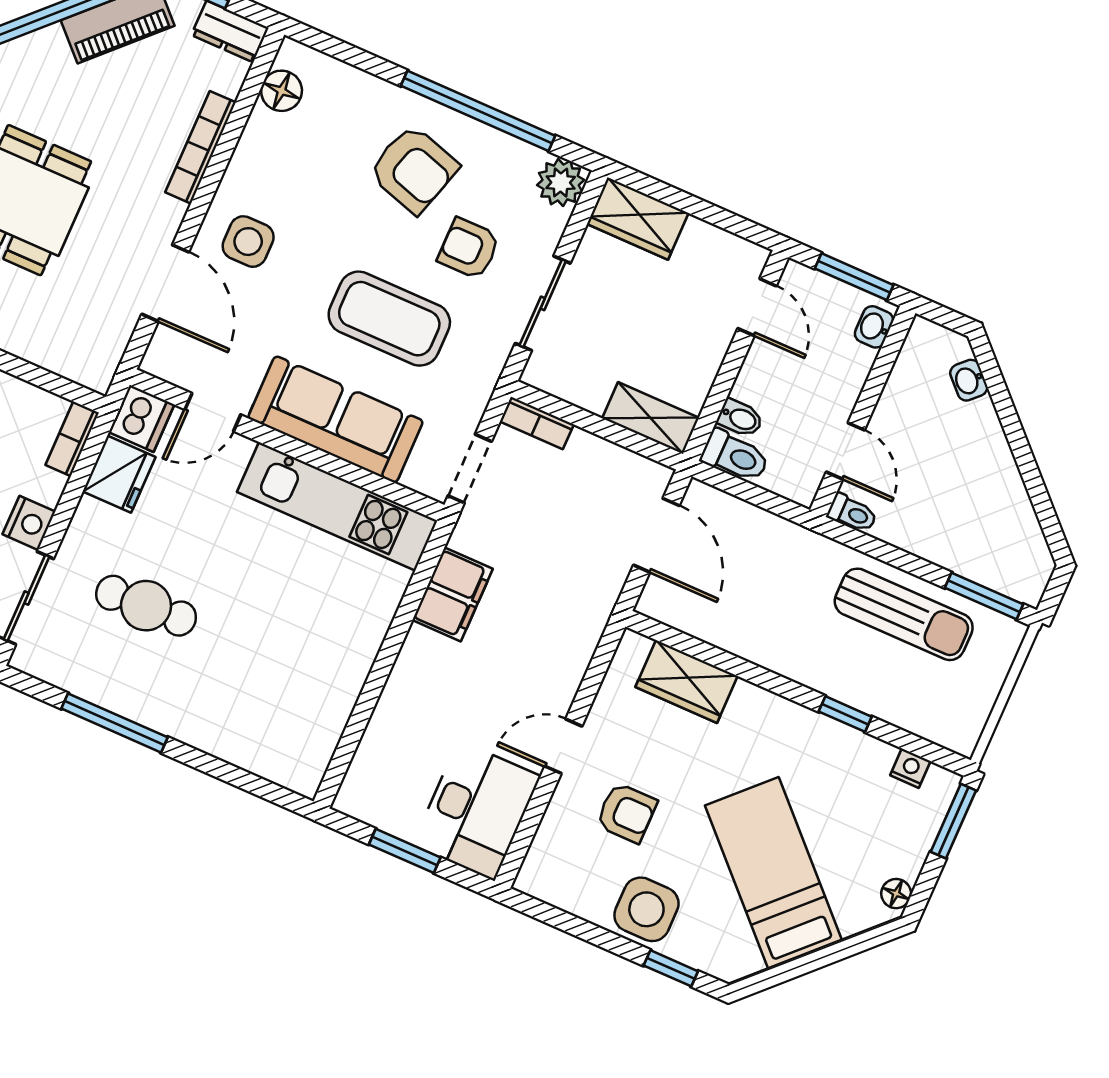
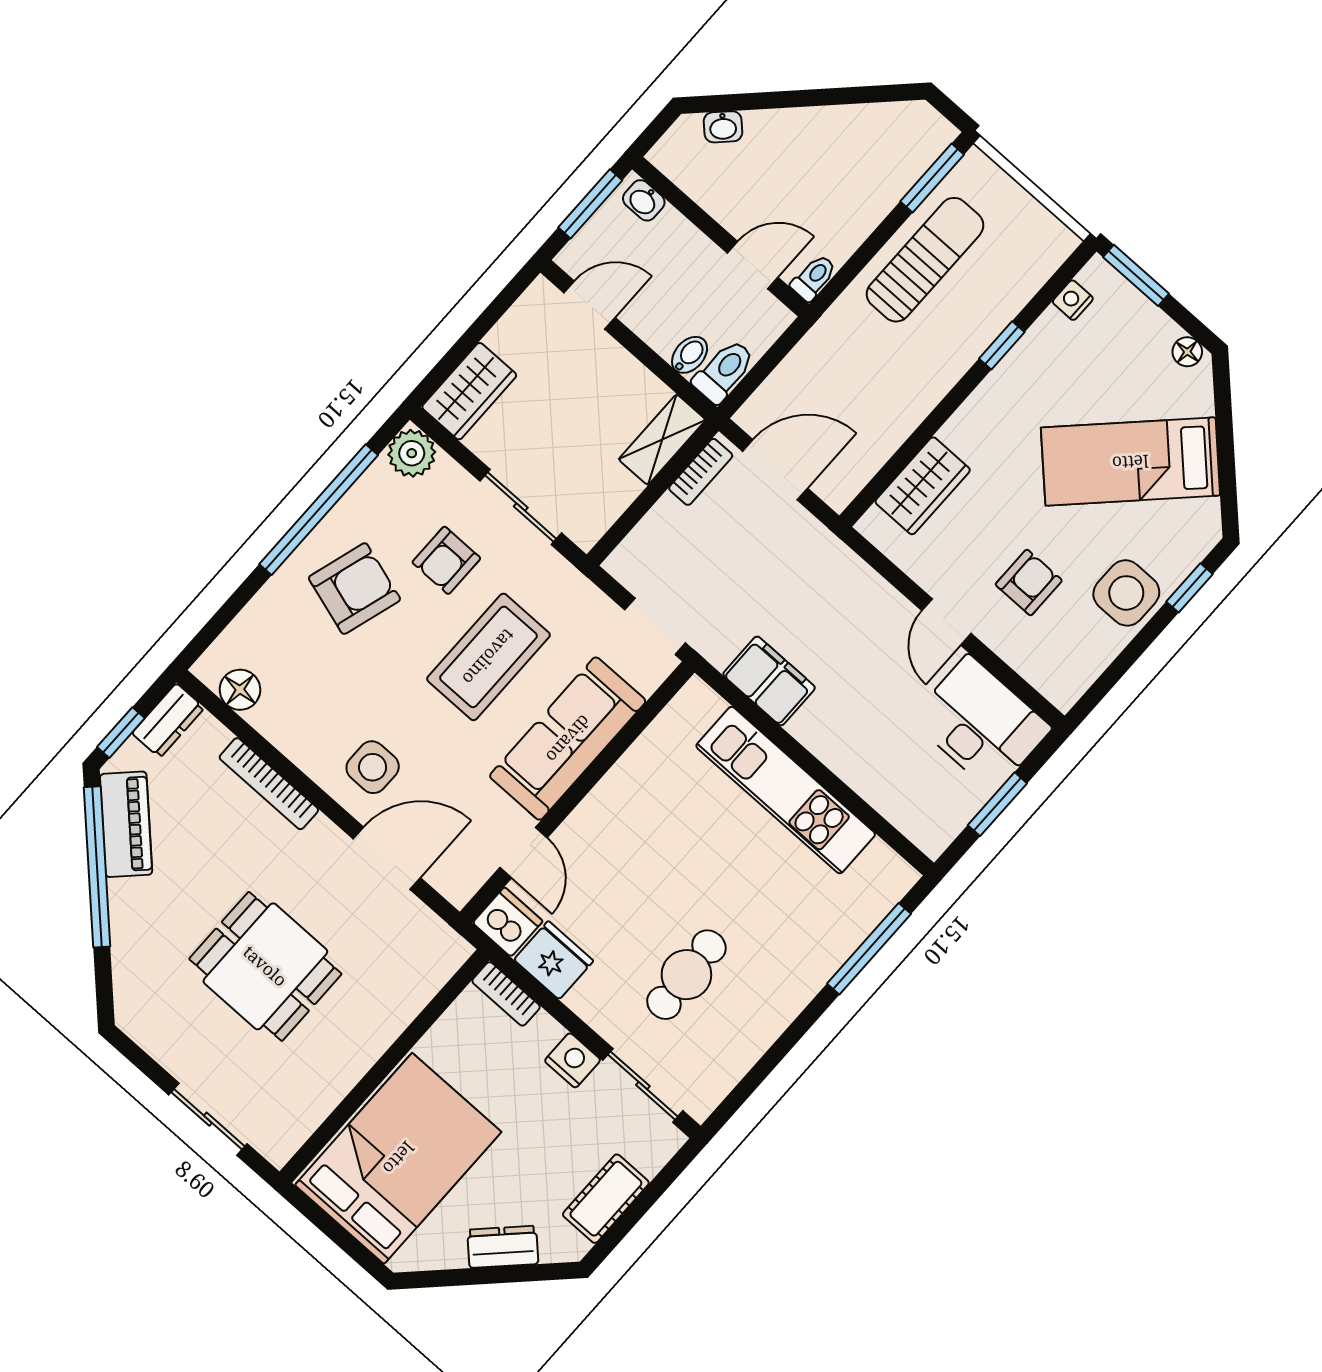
bookcase: (537, 423) -> (701, 472), moved
kitchen unit: (337, 506) -> (786, 790), moved, turned 90
window: (114, 723) -> (869, 949), moved

